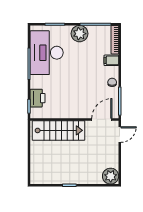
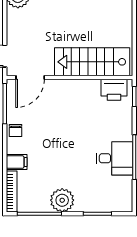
desk: (47, 53) -> (115, 158), width x0.53, depth x0.77
printer: (38, 98) -> (114, 90), moved, turned -90

